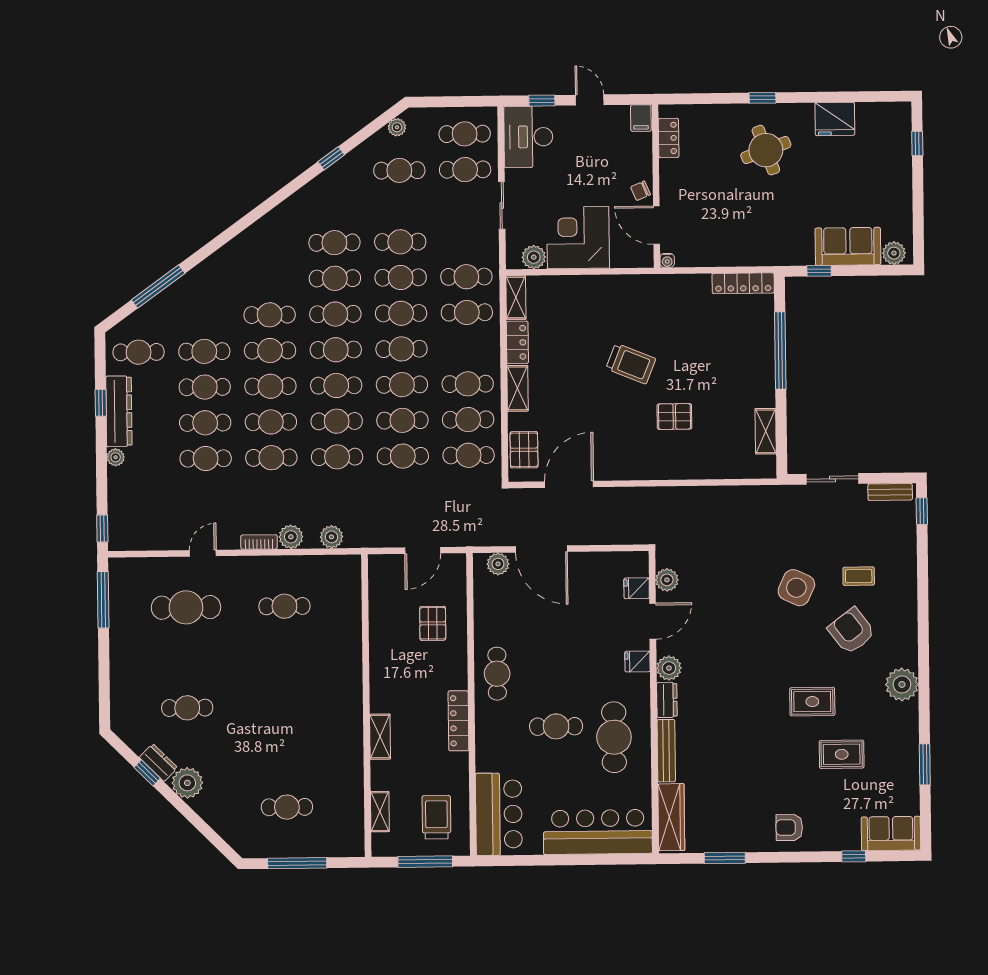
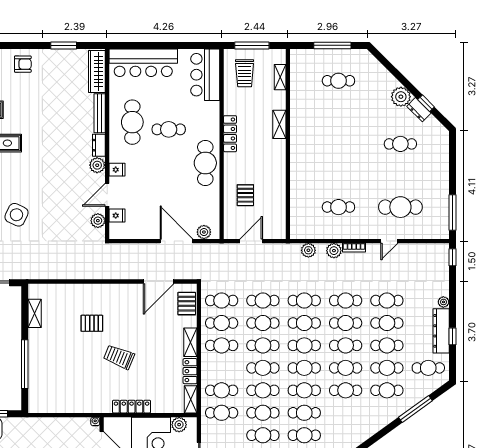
locker: (743, 283) -> (132, 407), moved
cafe table: (204, 316) -> (387, 390), added
cafe table: (497, 674) -> (205, 163), width x1.37, depth x1.35

